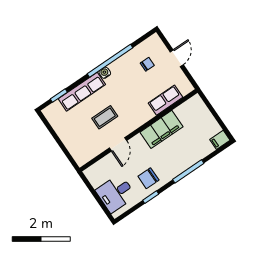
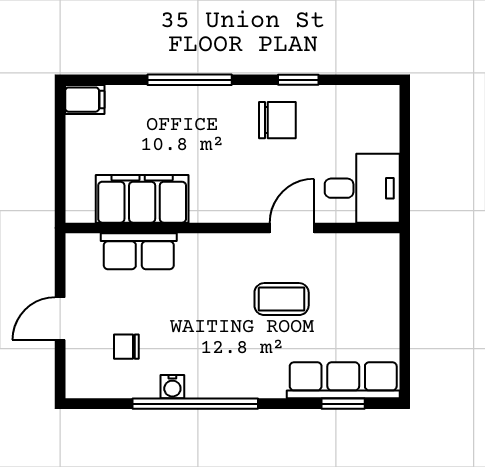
water cooler: (105, 73) -> (172, 387), moved
row of seats: (82, 92) -> (343, 380), moved
filing cabinet: (161, 129) -> (142, 199), moved
desk: (116, 193) -> (362, 188), moved

